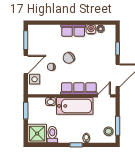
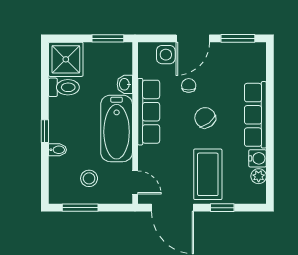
row of seats: (73, 31) -> (255, 115), width x1.48
coffee table: (100, 56) -> (208, 174), added
door: (26, 65) -> (193, 38), hinge flipped
row of seats: (79, 89) -> (149, 112), moved
stool: (108, 131) -> (89, 178), moved

